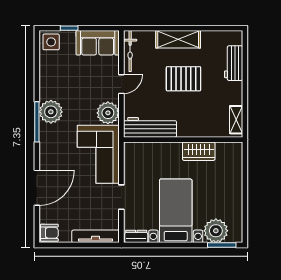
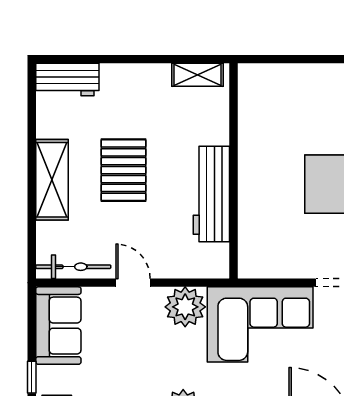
workbench: (234, 63) -> (67, 79), moved
workbench: (150, 127) -> (211, 194), moved
wardrobe: (199, 151) -> (255, 143), removed

